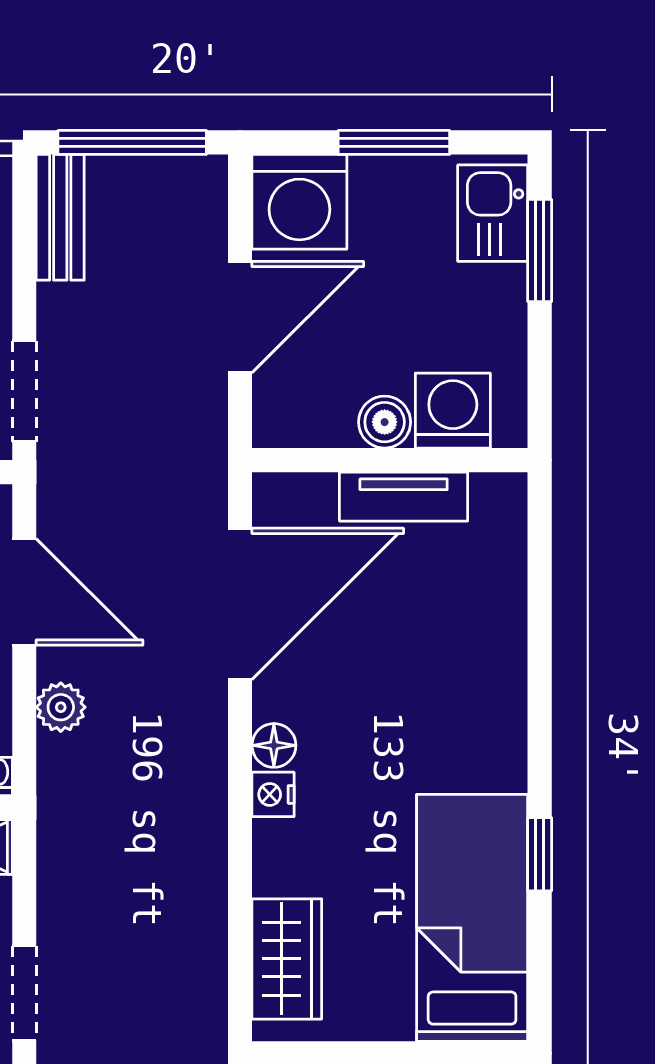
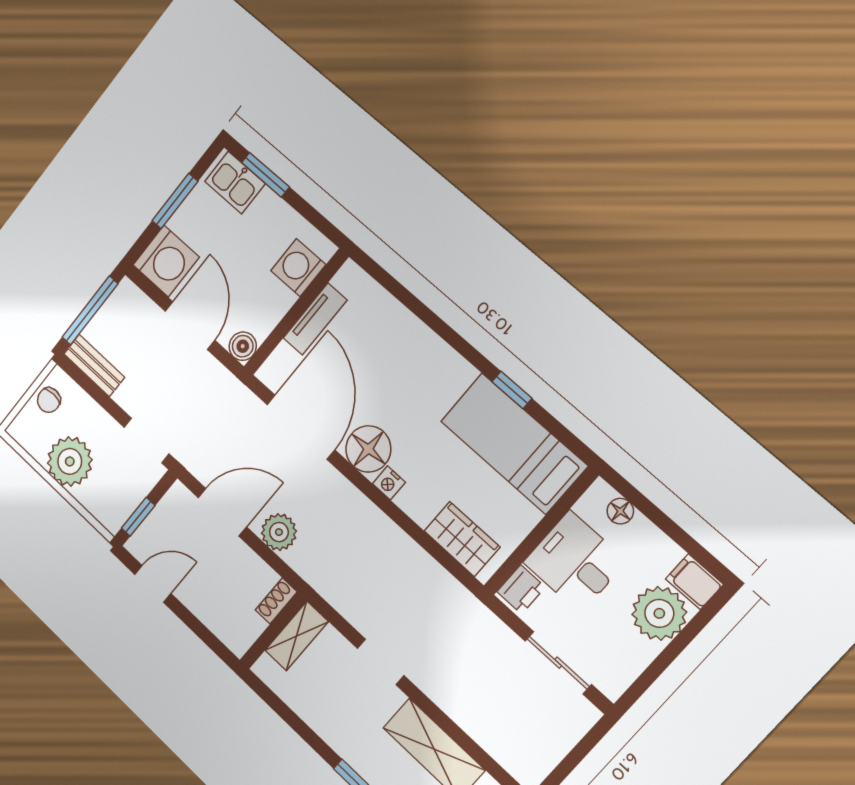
boiler: (385, 422) -> (243, 346), moved
plant: (61, 707) -> (279, 532), width x1.38, depth x1.38
floor lamp: (274, 745) -> (368, 449), width x1.89, depth x1.89

